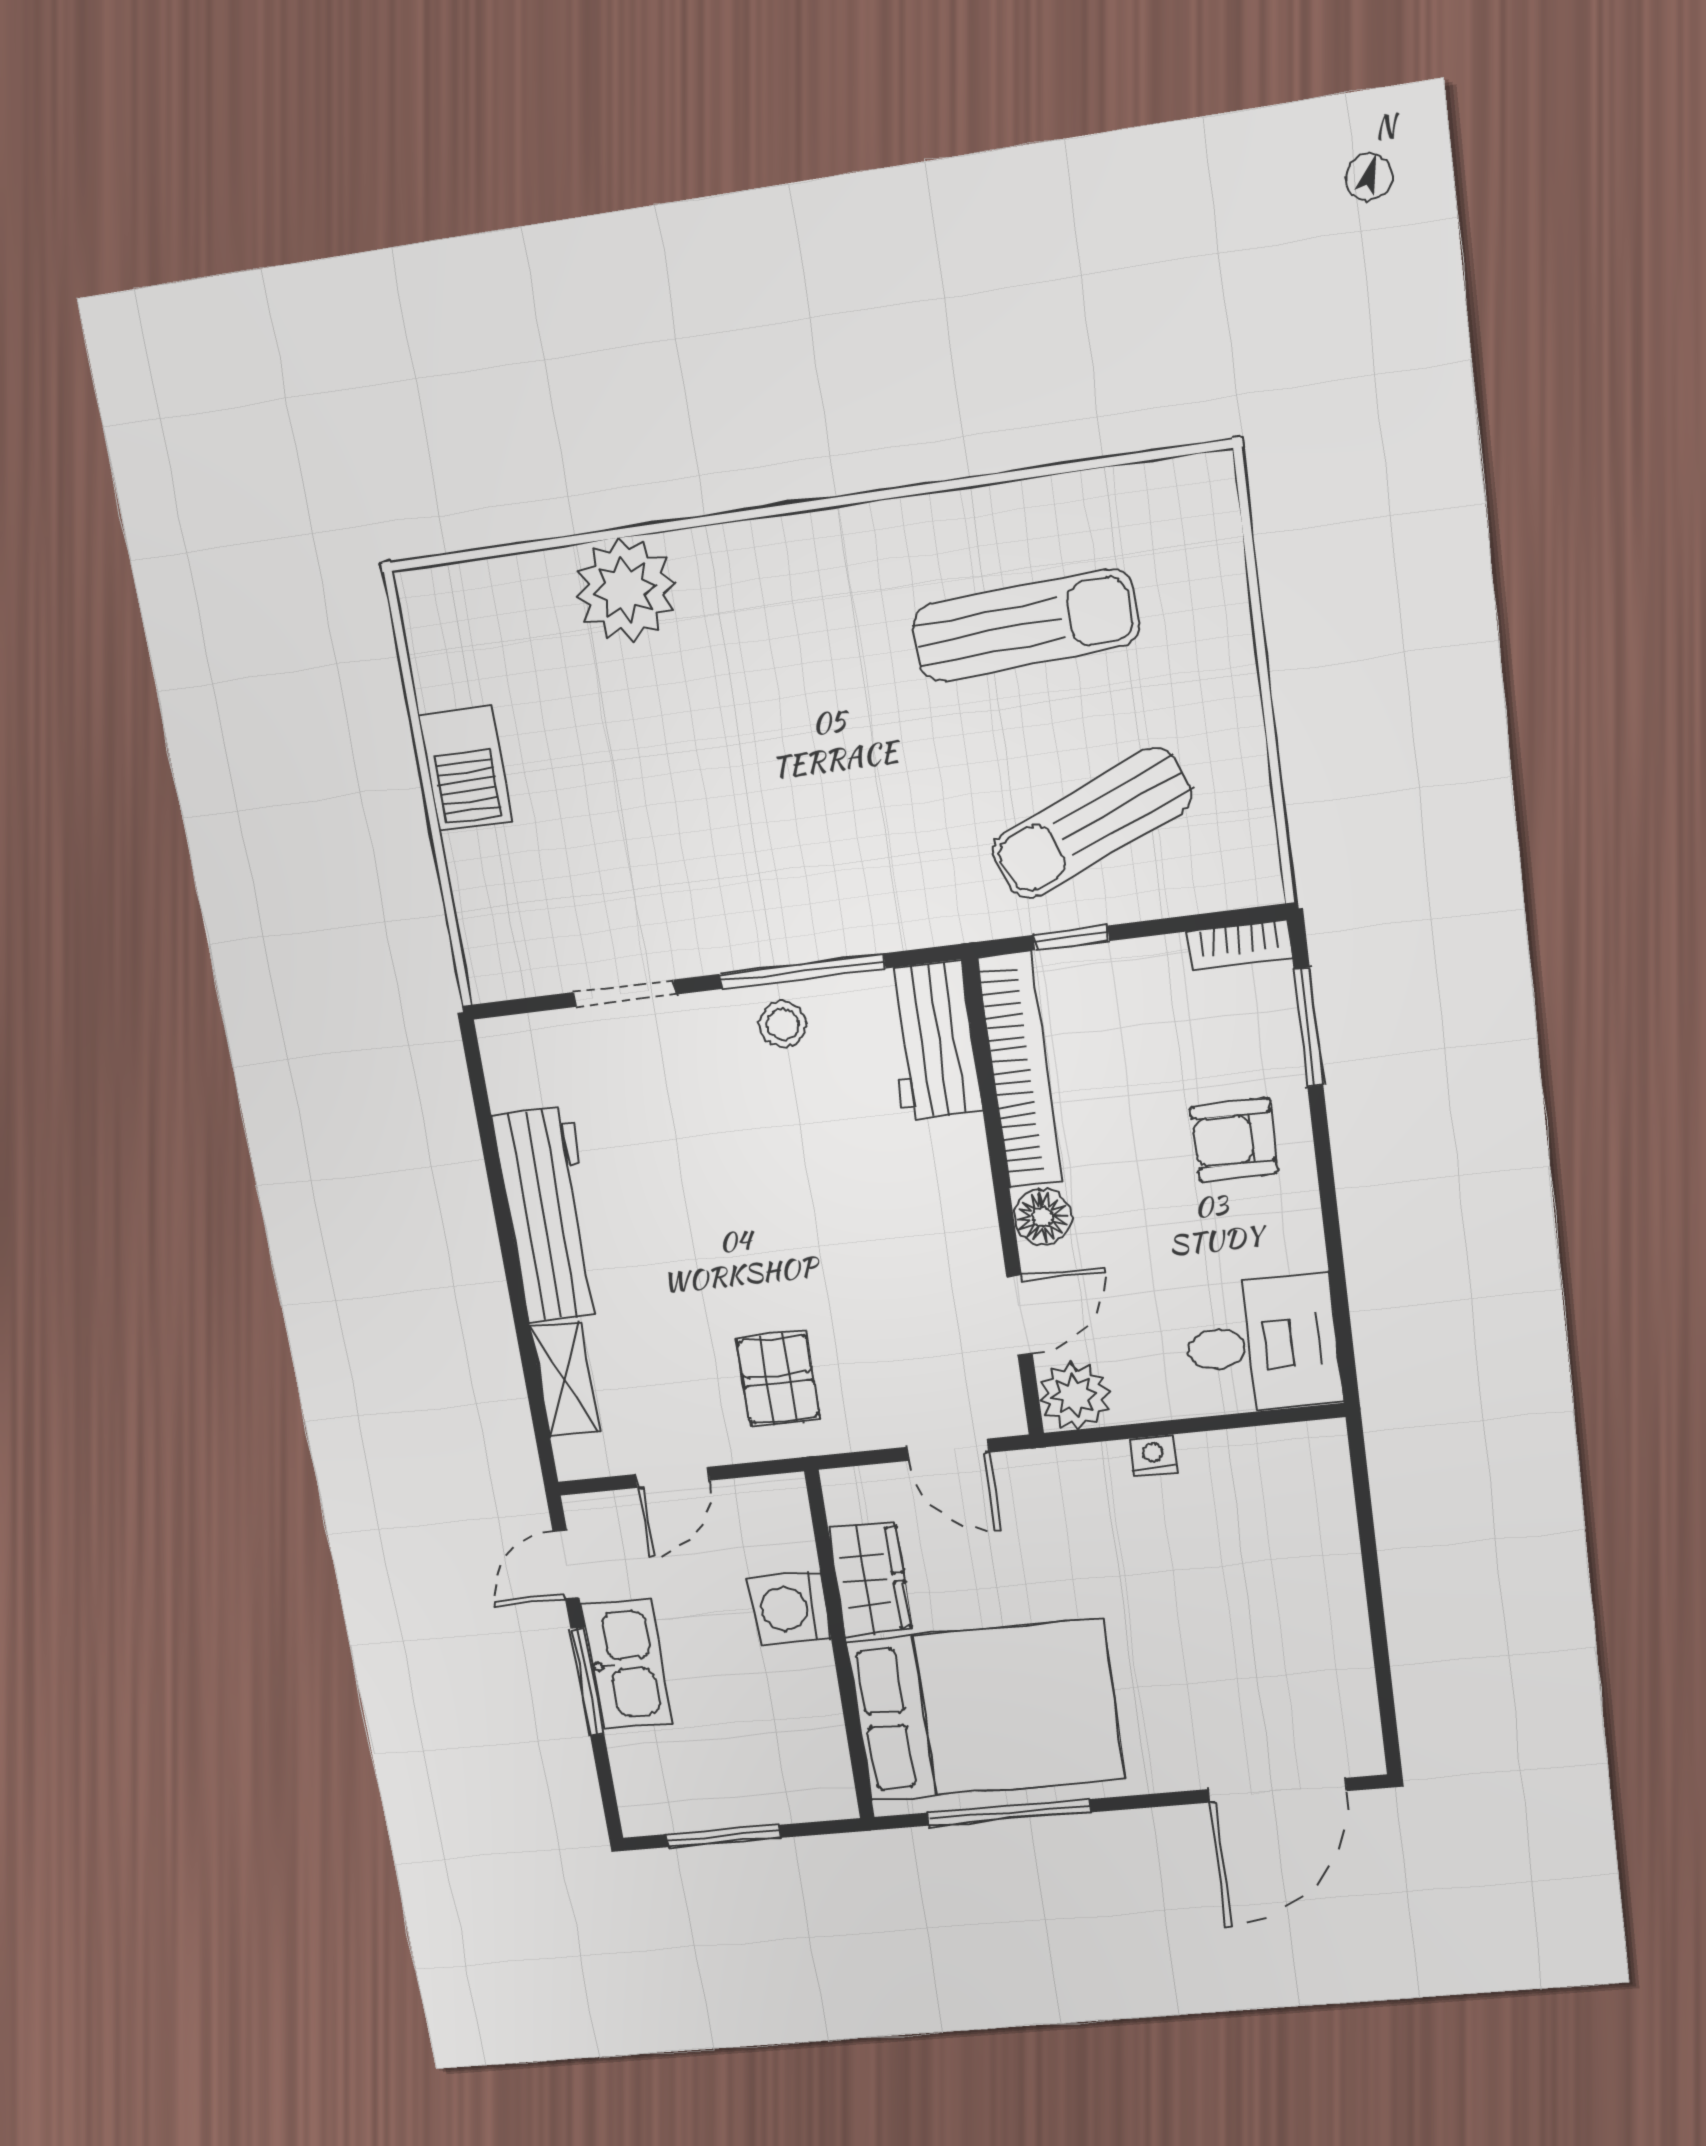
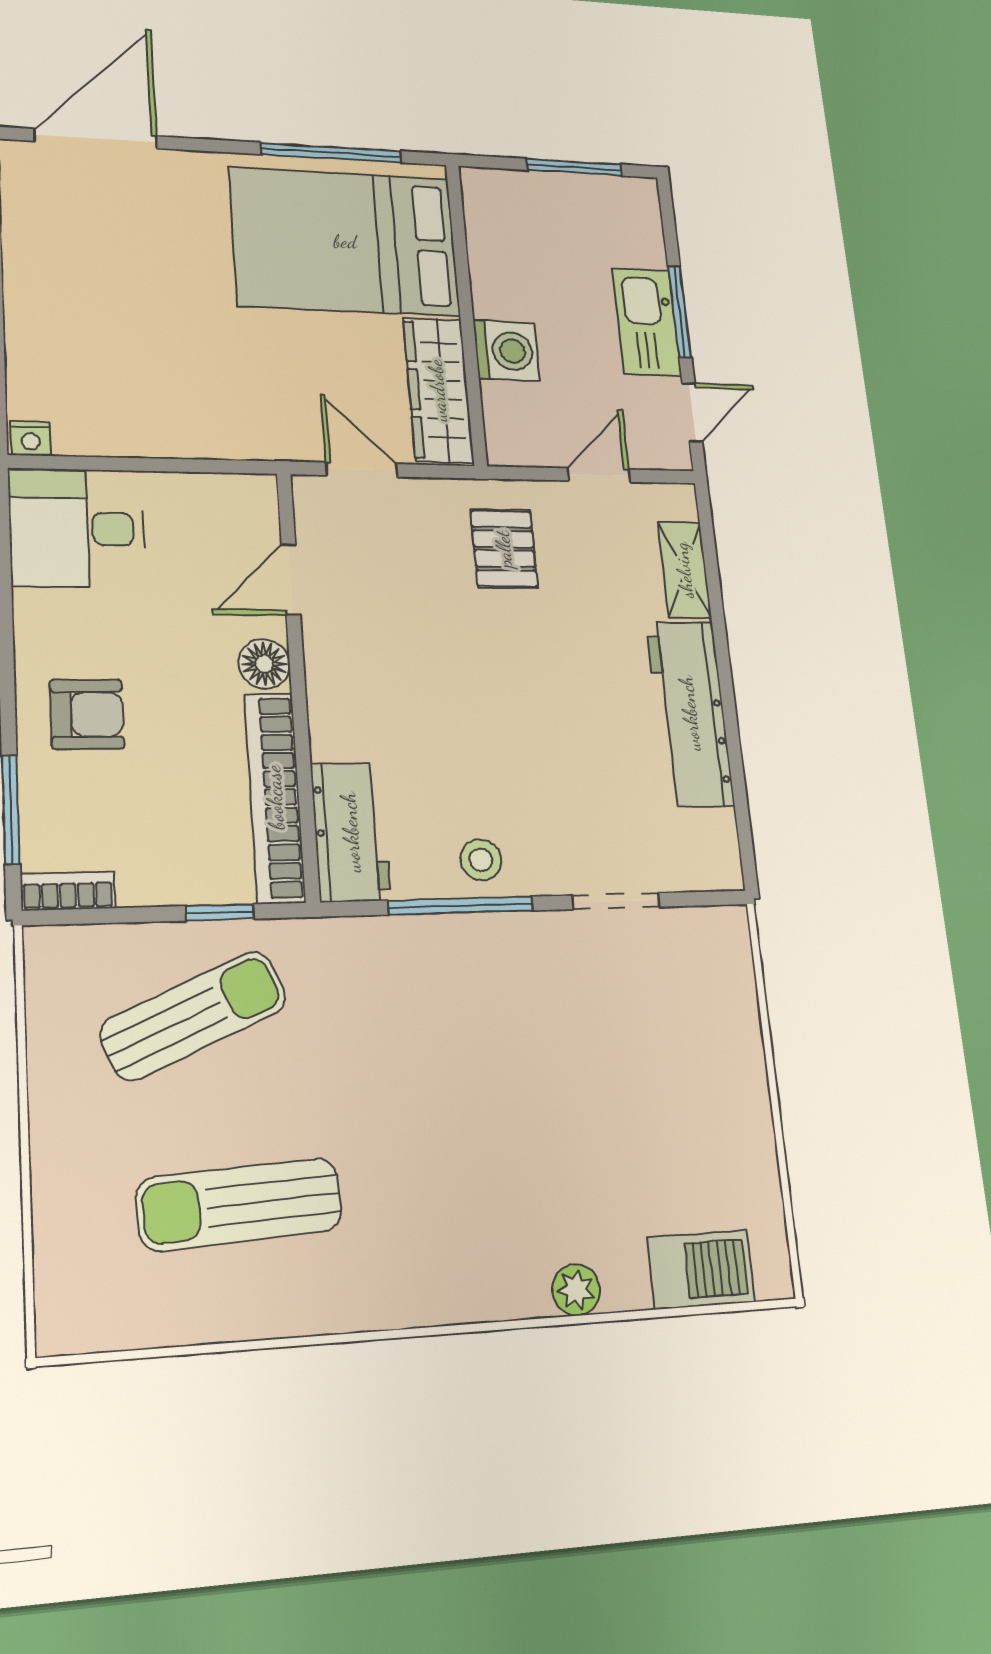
plant: (626, 590) -> (576, 1290), width x0.53, depth x0.53
barbecue: (465, 768) -> (701, 1270), moved, turned 90
plant: (1075, 1396) -> (248, 503), removed
nightstand: (1153, 1455) -> (31, 439), moved
wardrobe: (870, 1580) -> (438, 390), width x1.50

